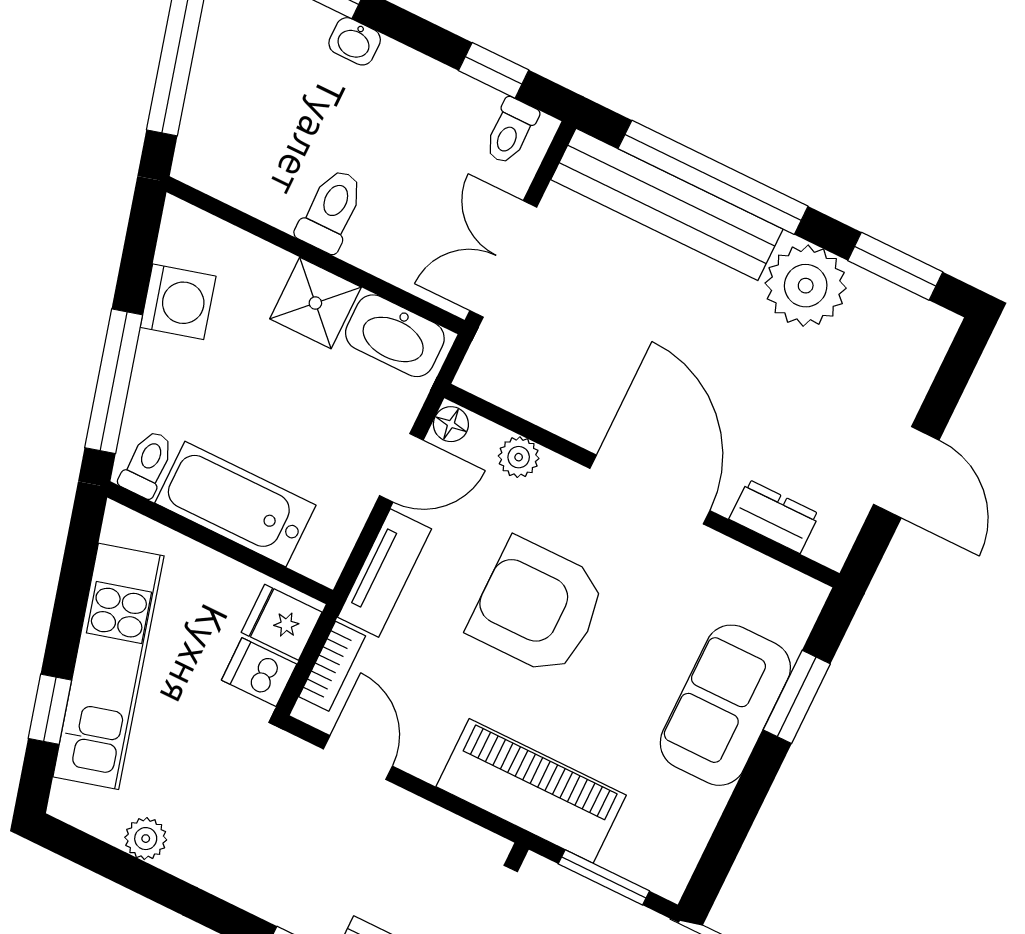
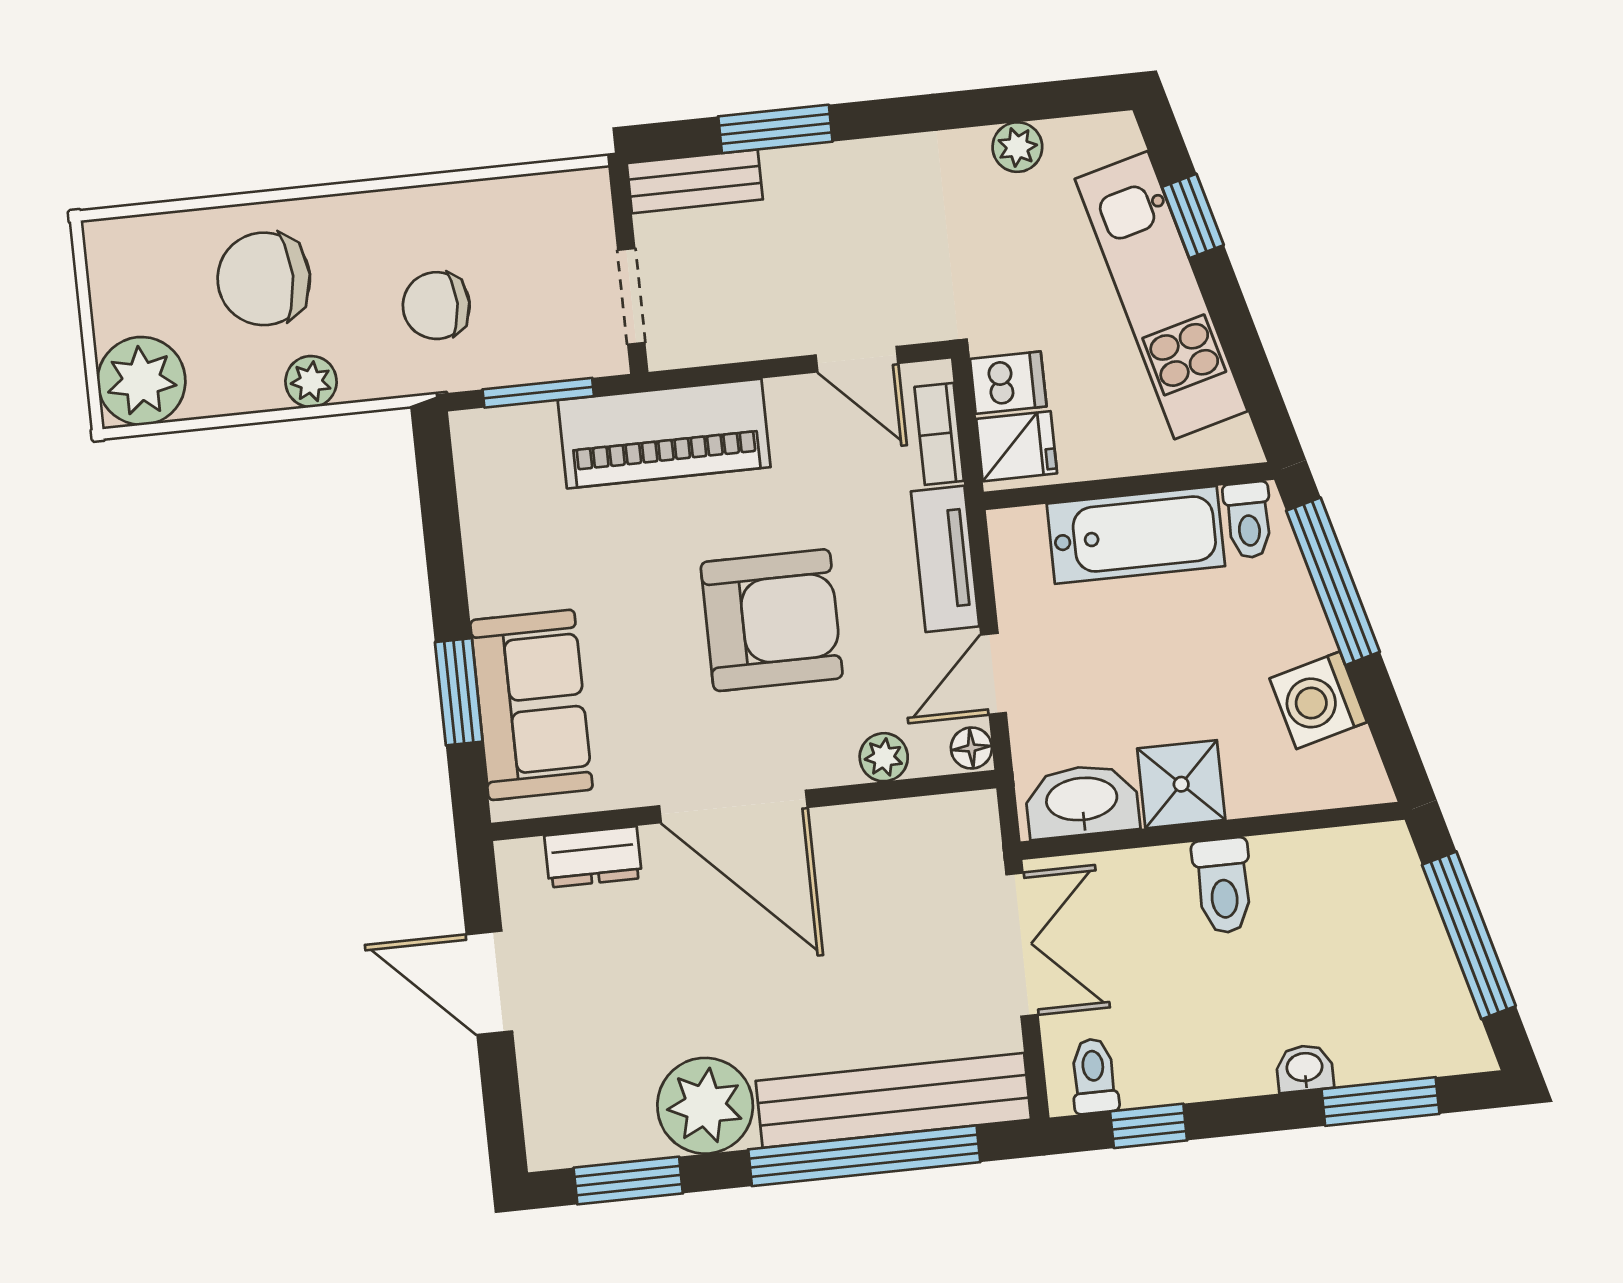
sofa: (725, 705) -> (531, 705), moved

